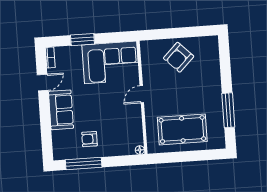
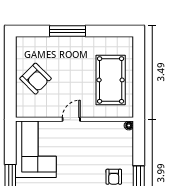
door: (142, 94) -> (71, 119), swing flipped
window: (228, 110) -> (68, 31), moved

